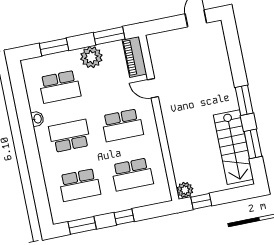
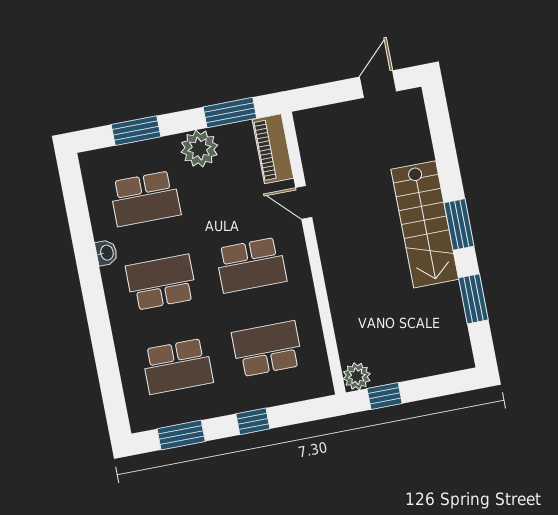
stairs: (233, 147) -> (425, 224), moved
school desk: (132, 174) -> (267, 349), turned 180

